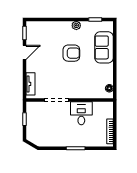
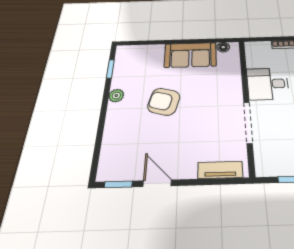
sofa: (104, 47) -> (190, 55), moved
armchair: (71, 53) -> (164, 102), turned -75

